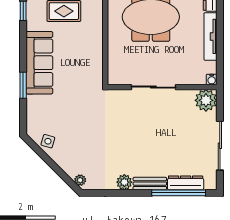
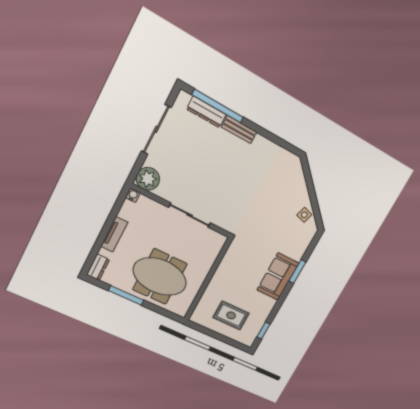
tv unit: (211, 36) -> (114, 234), width x0.71
sofa: (39, 63) -> (278, 277), width x0.73
plant: (80, 180) -> (297, 167), removed
plant: (124, 182) -> (261, 144), removed

